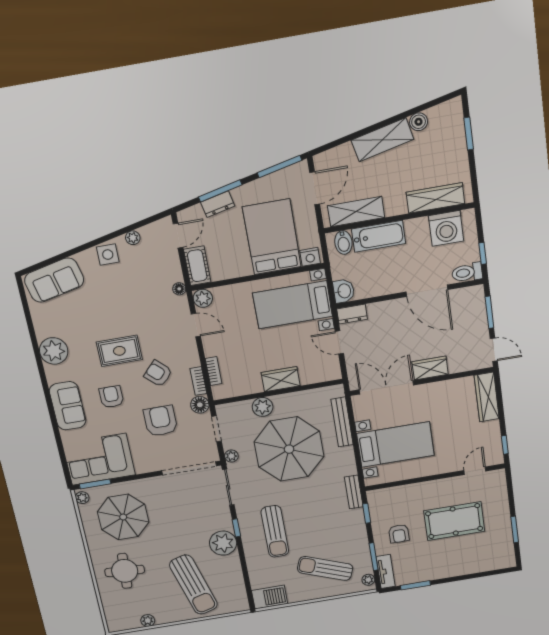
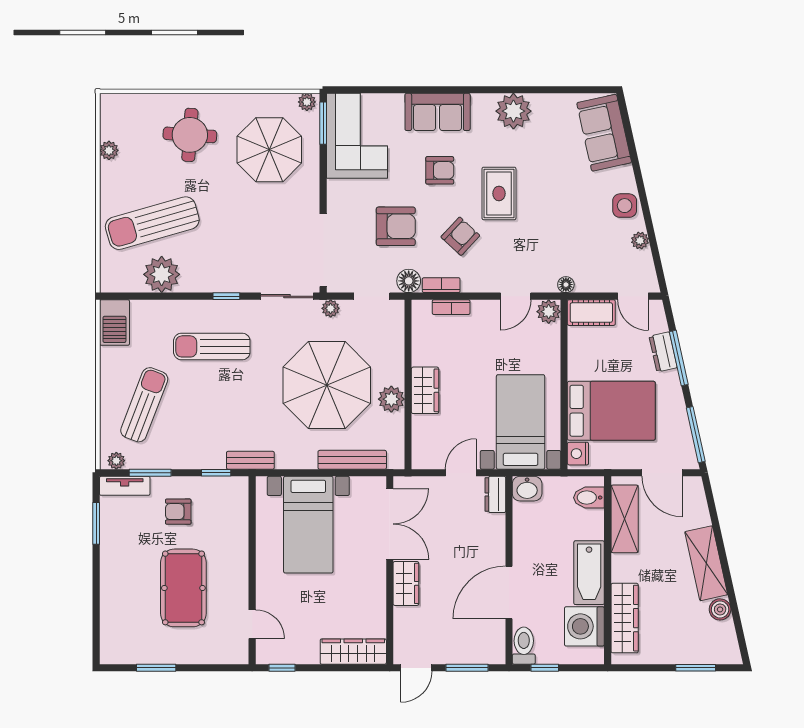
bathtub: (379, 236) -> (589, 573), moved
plant: (263, 407) -> (391, 399), moved
plant: (223, 543) -> (162, 274), moved

